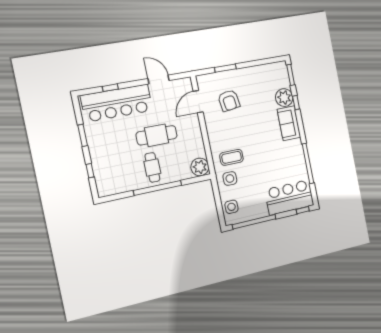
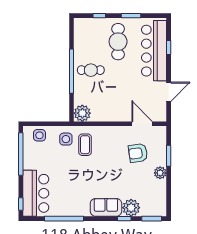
plant: (244, 74) -> (160, 173), added
cafe table: (157, 135) -> (118, 42), moved

